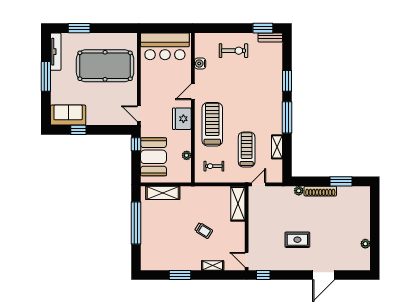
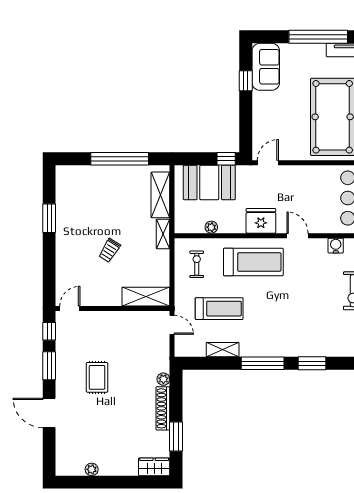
window: (46, 76) -> (318, 37), width x1.46
wardrobe: (363, 198) -> (154, 467), added
shelving: (213, 265) -> (163, 234), moved
window: (289, 275) -> (49, 366), added

